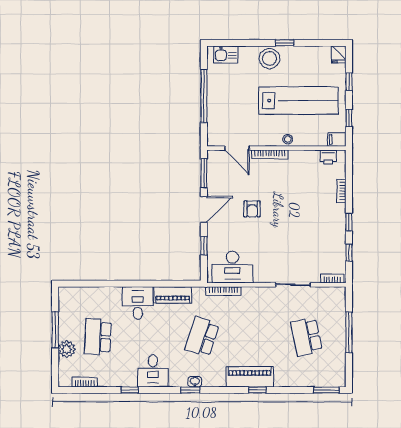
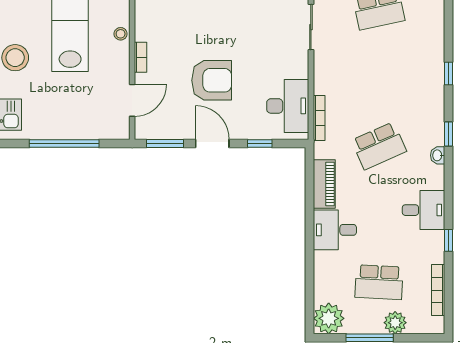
bookcase: (270, 154) -> (141, 57), width x0.64
armchair: (252, 209) -> (212, 80), width x1.88, depth x1.88
plant: (70, 298) -> (329, 318), added
school desk: (202, 337) -> (379, 146), turned -42
piano: (250, 377) -> (431, 84), removed
bookcase: (85, 382) -> (438, 290), width x1.56
window: (190, 390) -> (449, 134), moved

